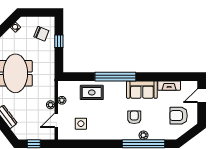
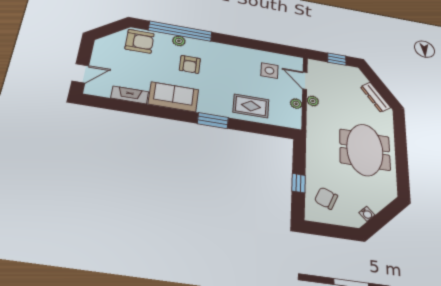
window: (115, 77) -> (213, 121), width x0.47
armchair: (179, 116) -> (140, 41), moved
door: (56, 120) -> (305, 81), swing flipped

